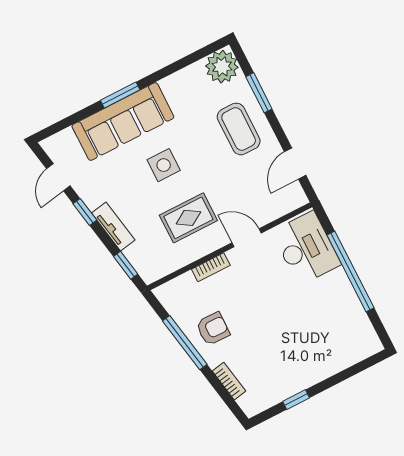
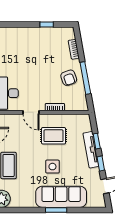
tv unit: (113, 227) -> (91, 150), width x1.41
window: (126, 265) -> (97, 141), moved
armchair: (213, 329) -> (69, 78), turned -110

